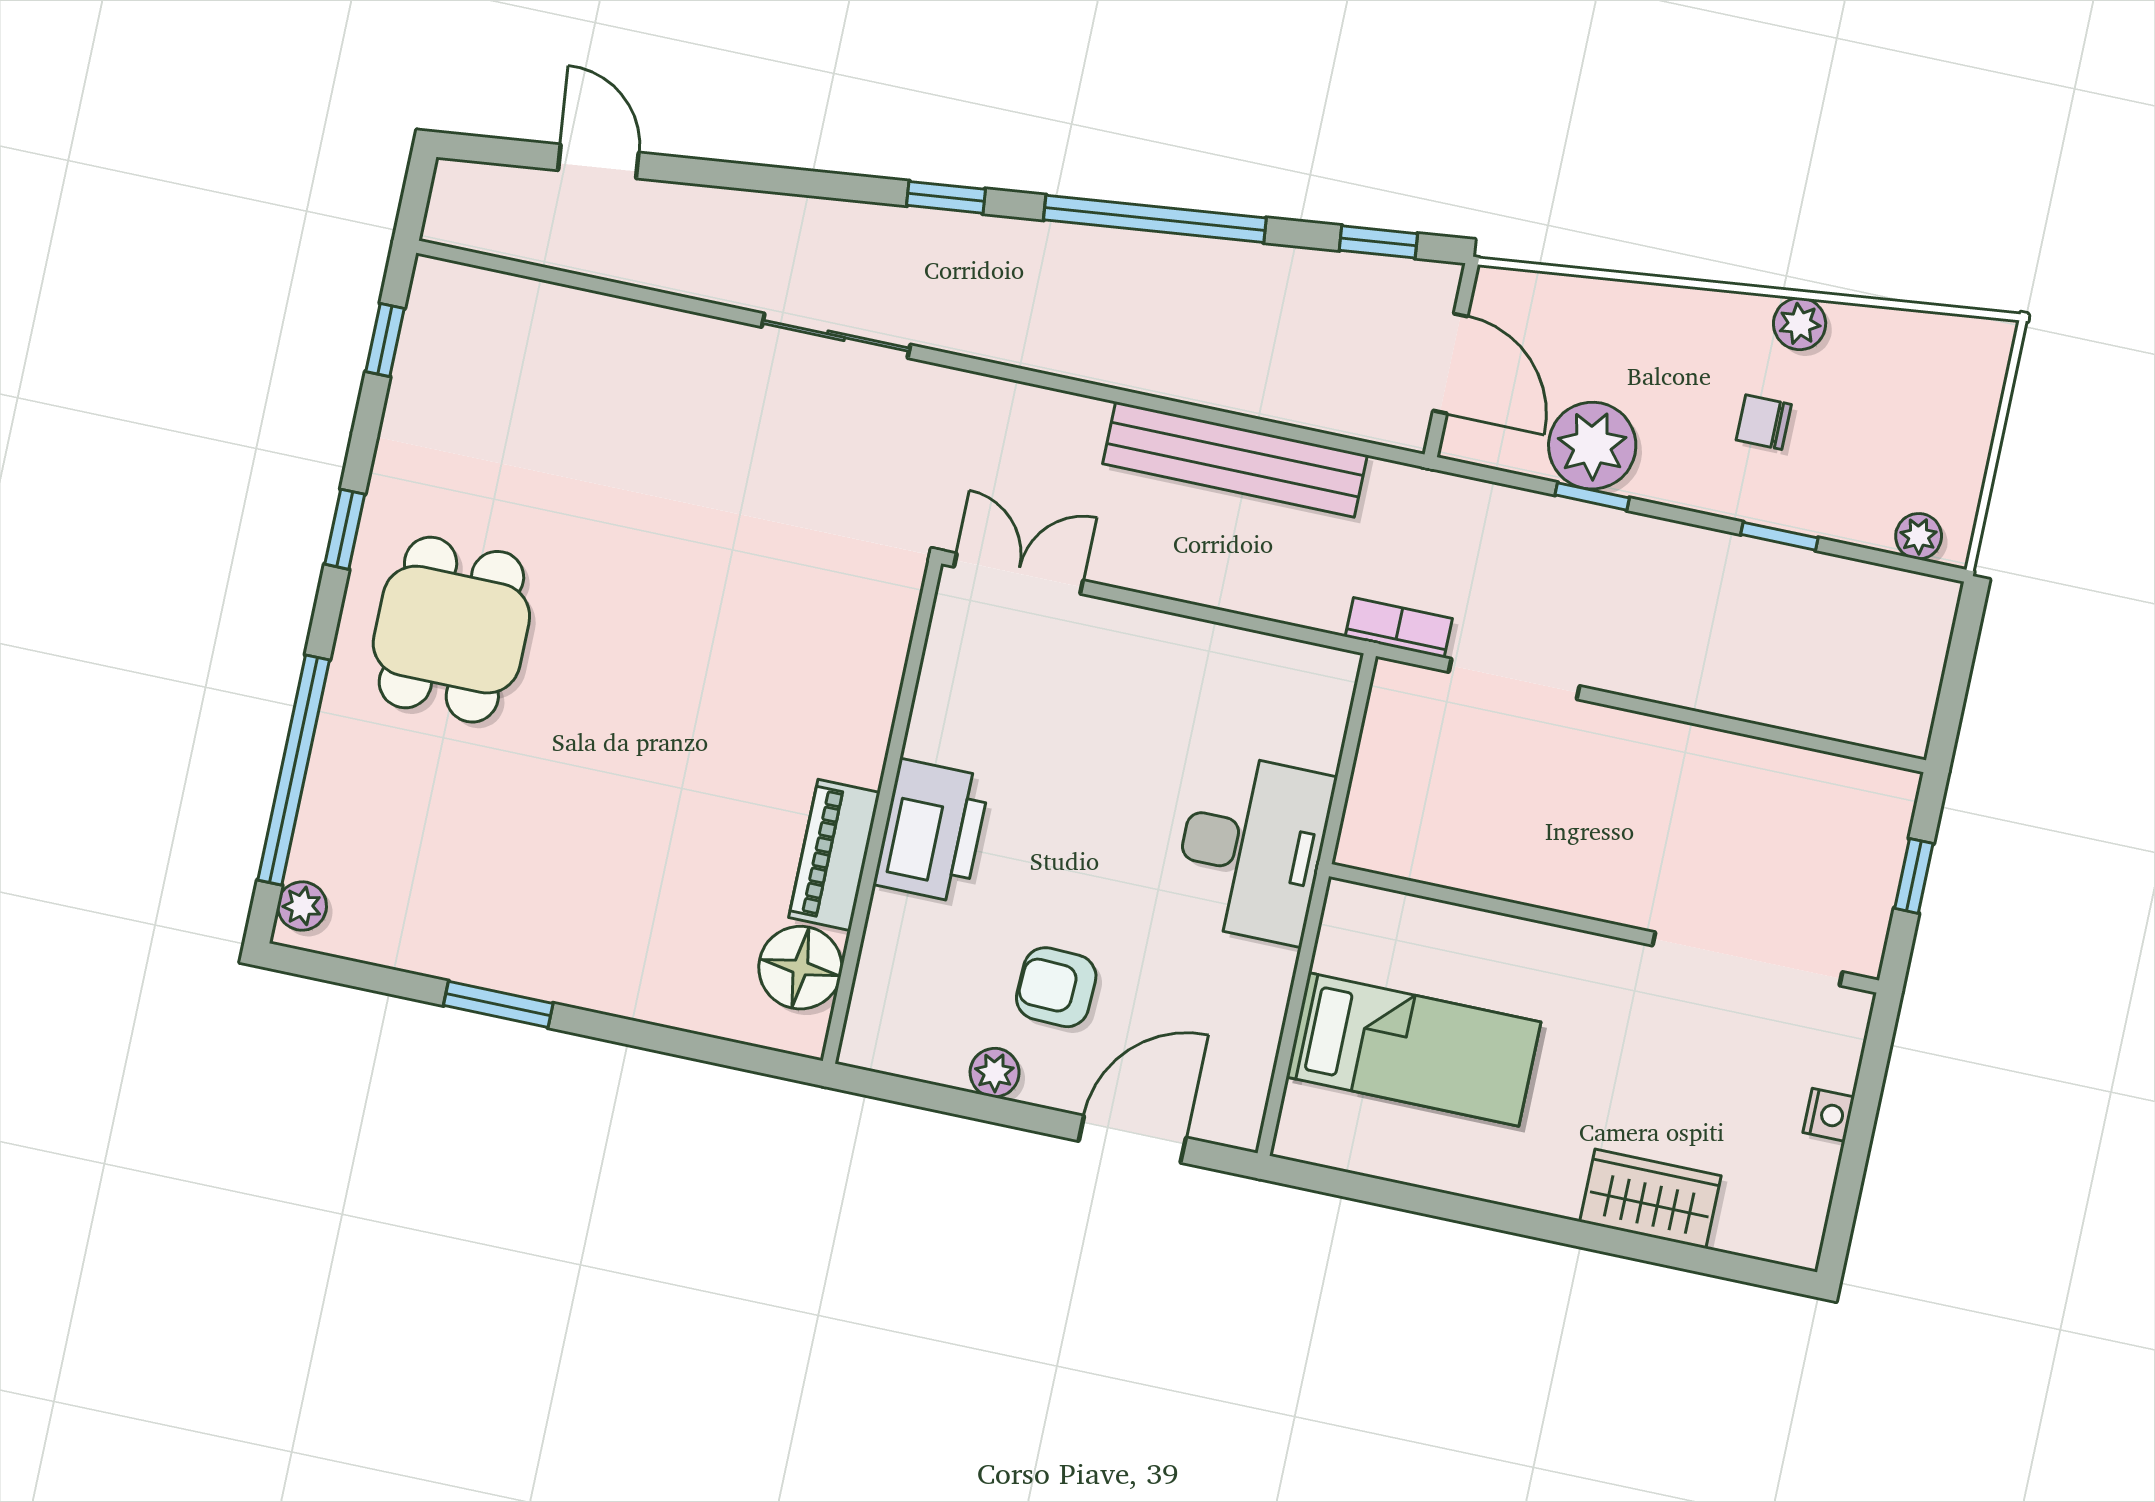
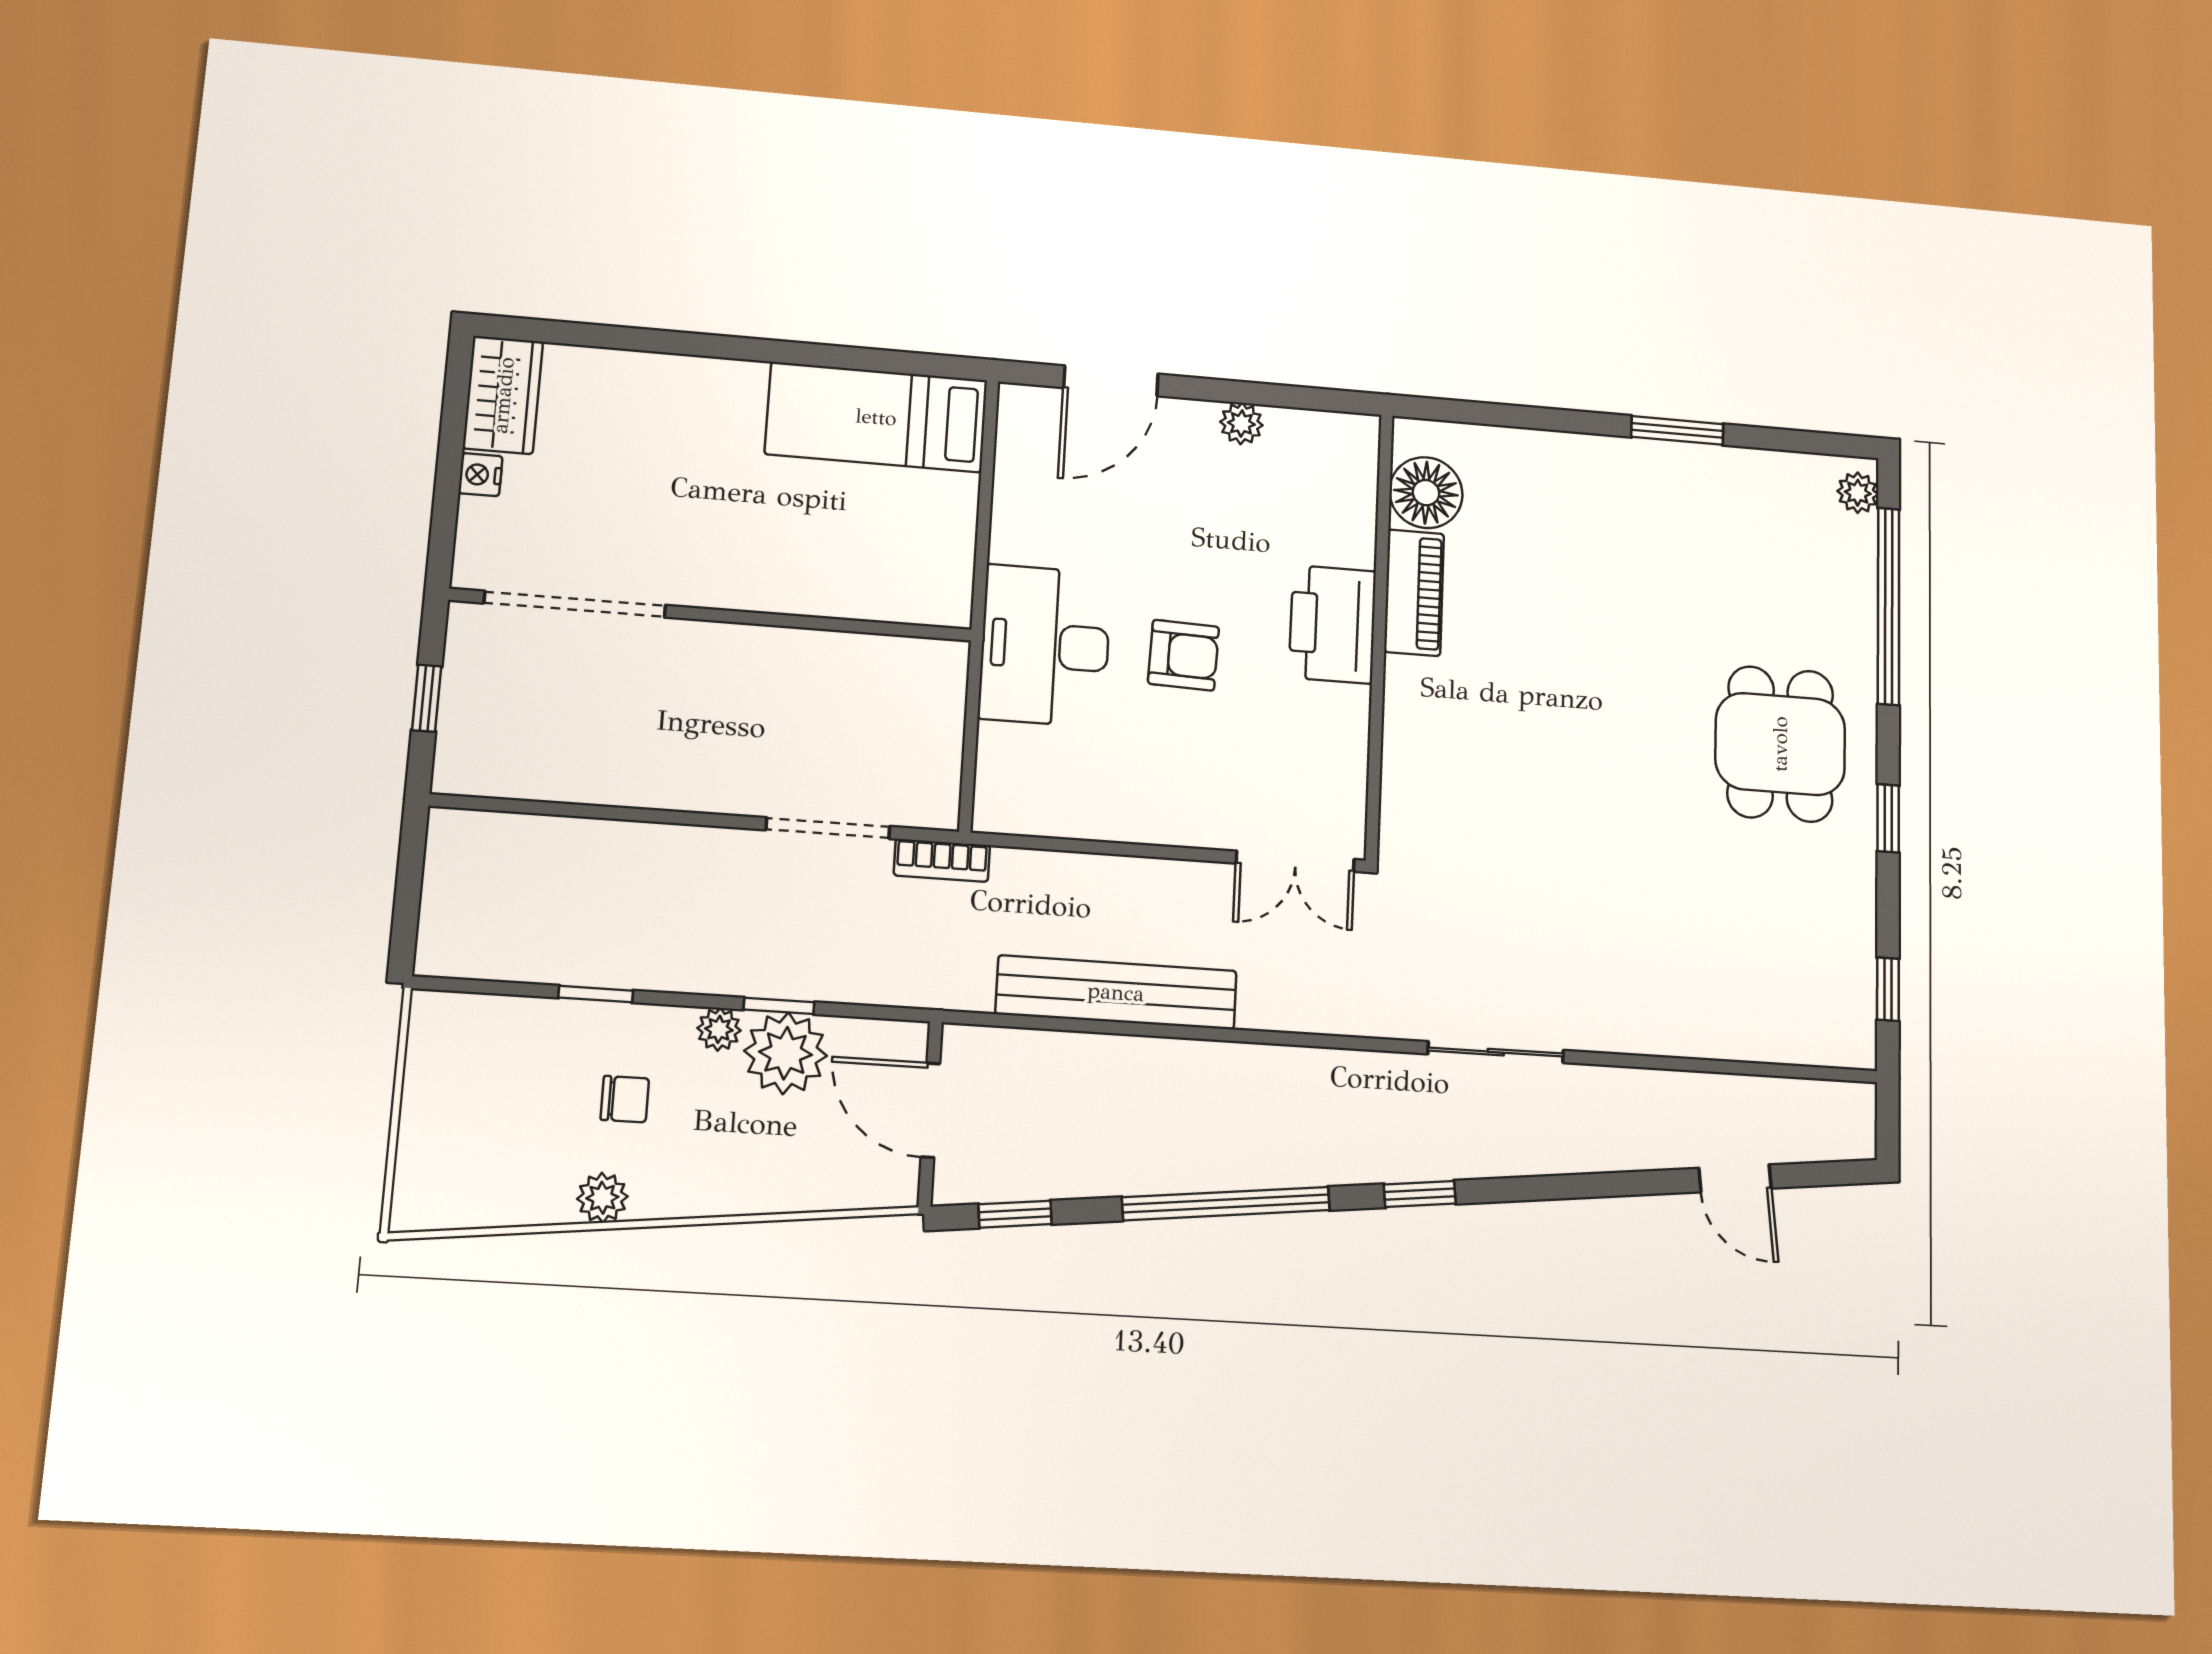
plant: (1919, 536) -> (719, 1029), moved
armchair: (1056, 987) -> (1183, 655), moved
bed: (1414, 1049) -> (876, 417), moved
wardrobe: (1650, 1199) -> (503, 395), moved, turned -90

